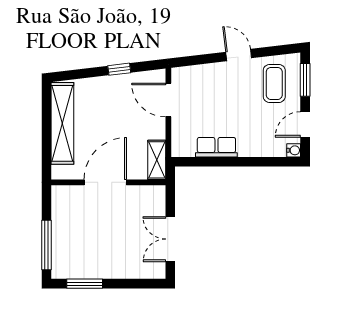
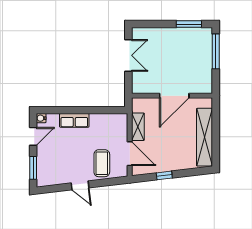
coffee table: (274, 83) -> (102, 163), moved
row of seats: (216, 147) -> (74, 120), moved
shelving: (157, 160) -> (138, 127), moved

